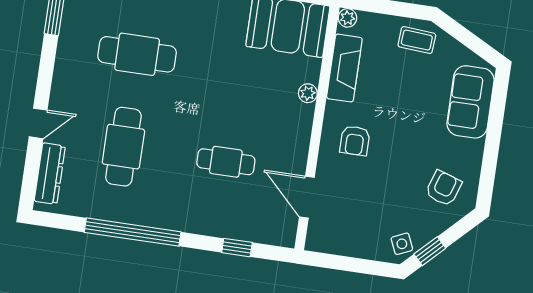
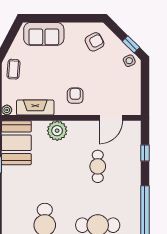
plant: (308, 93) -> (57, 131), width x1.87, depth x1.87
armchair: (355, 141) -> (75, 96), turned -90
armchair: (444, 188) -> (95, 42), turned 134

